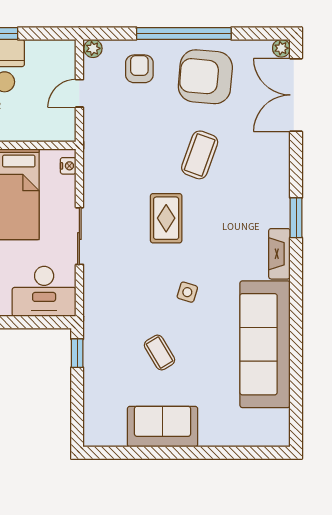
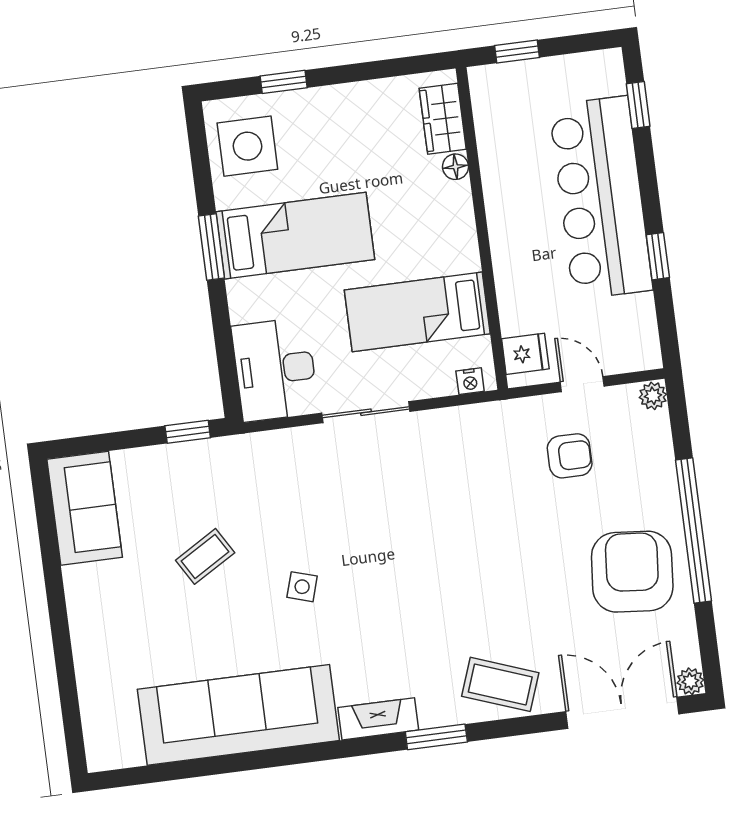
armchair: (139, 69) -> (570, 456), moved
fridge: (55, 128) -> (525, 354), added
coffee table: (200, 155) -> (500, 684), moved
rug: (166, 218) -> (410, 540), removed
sofa: (163, 427) -> (85, 508), moved

